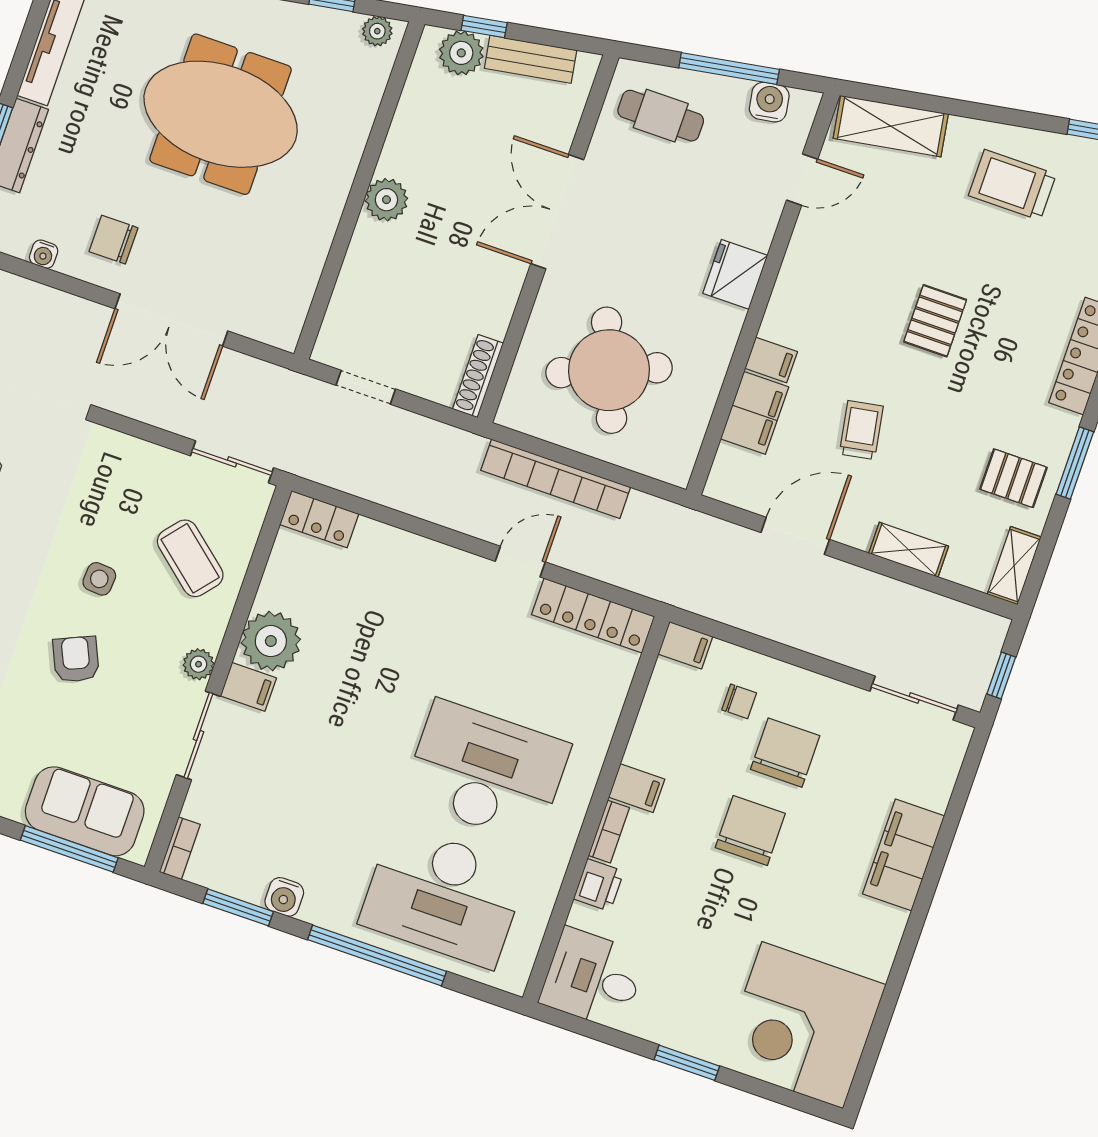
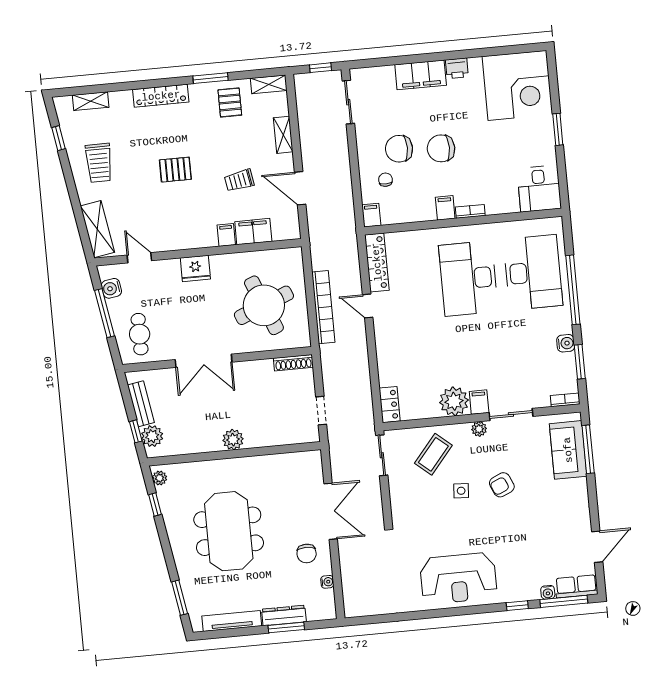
printer: (599, 885) -> (457, 68), moved, turned 180

